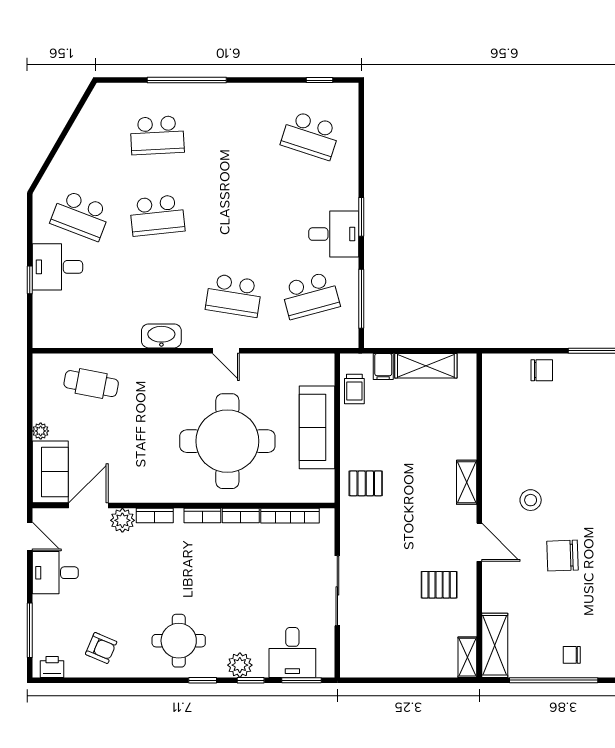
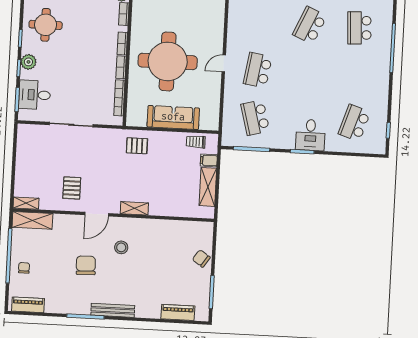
school desk: (157, 215) -> (310, 25), turned 30
desk: (334, 234) -> (310, 135), moved
washbasin: (161, 336) -> (235, 24), removed
chair: (542, 370) -> (201, 258), turned 124
pallet: (366, 483) -> (137, 146), turned 90

